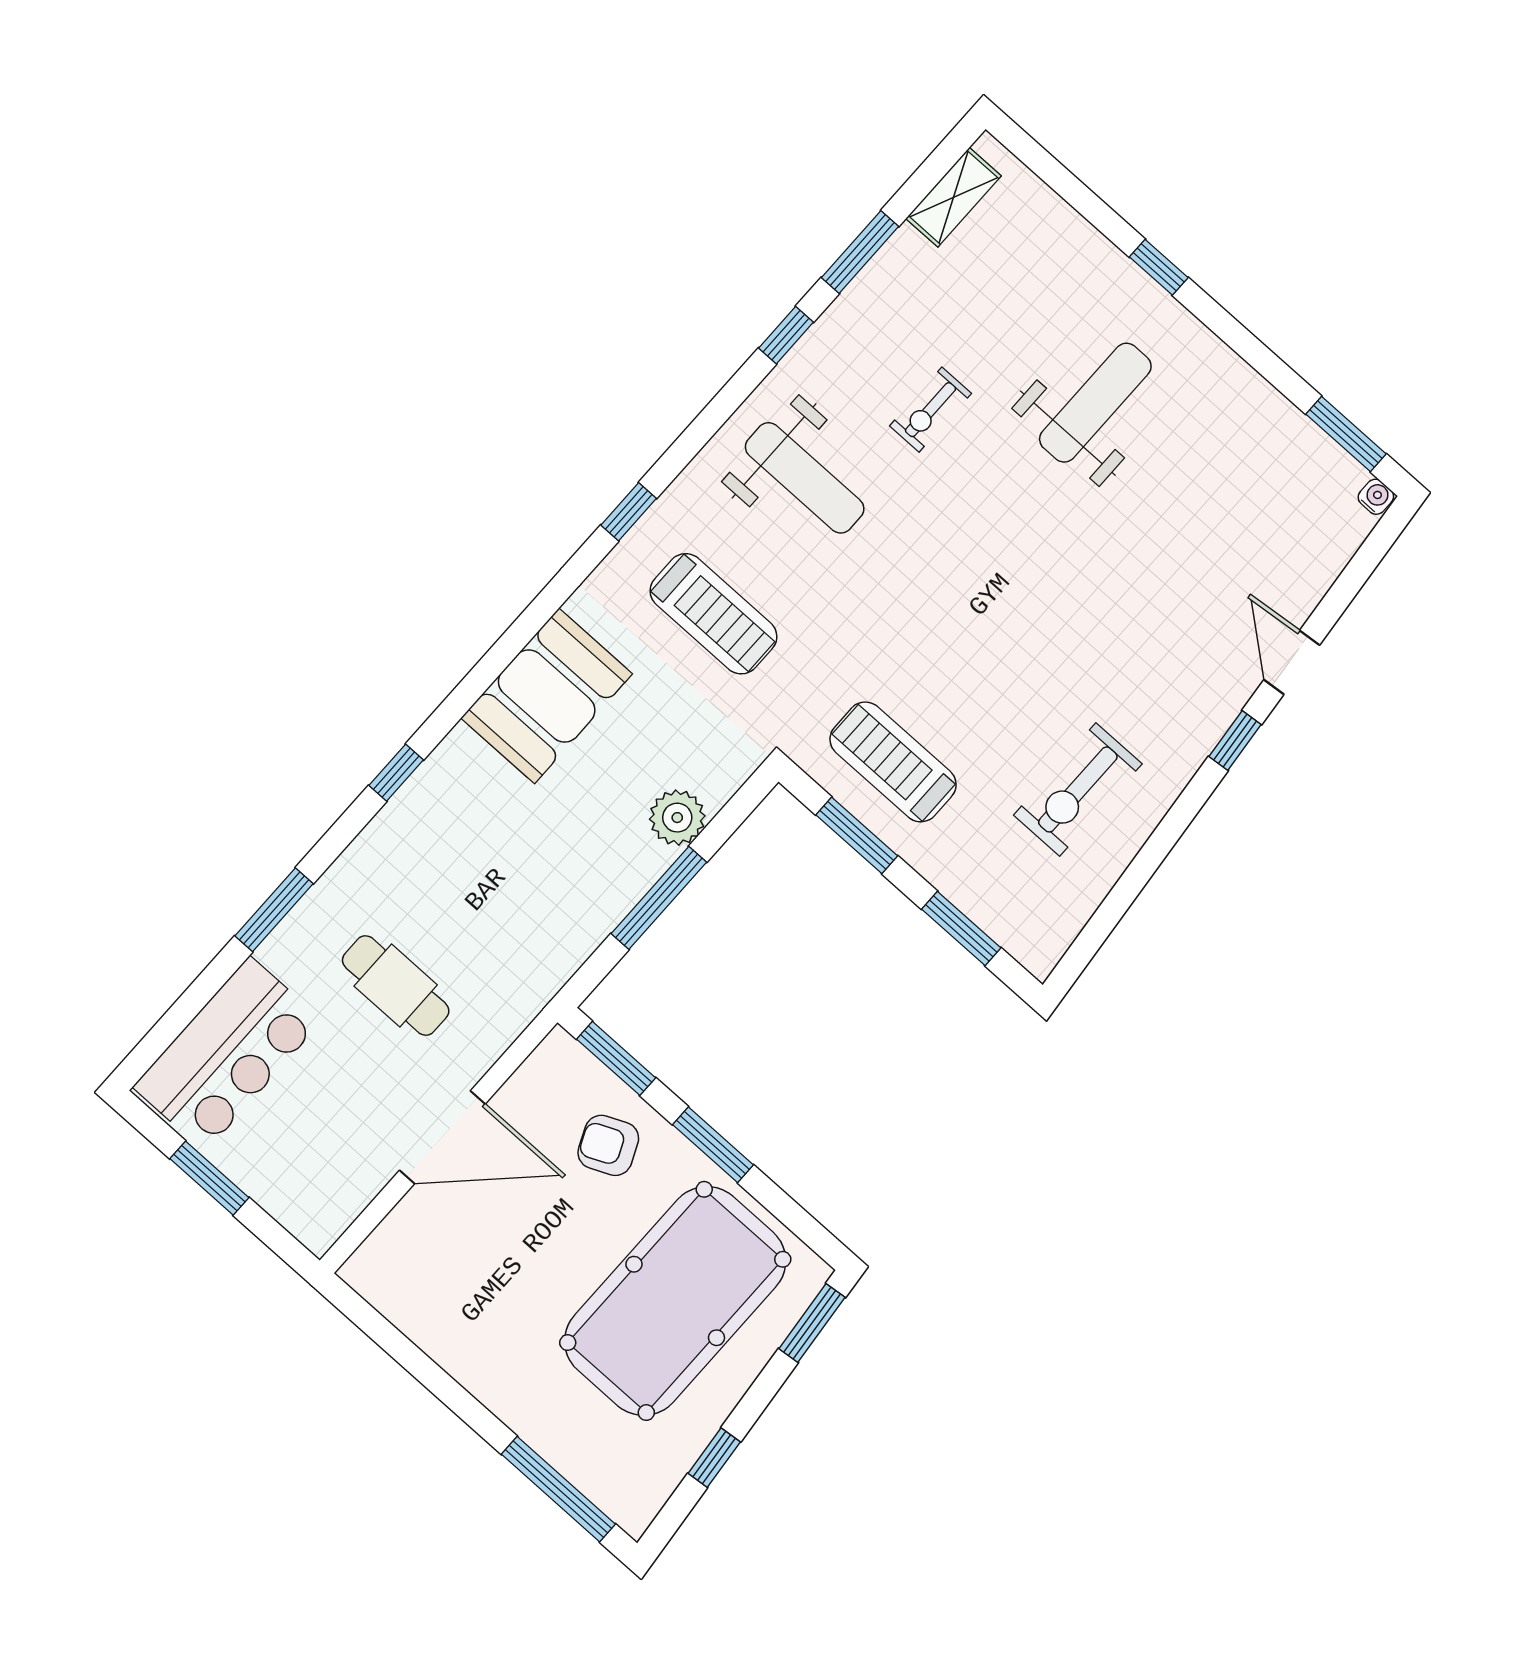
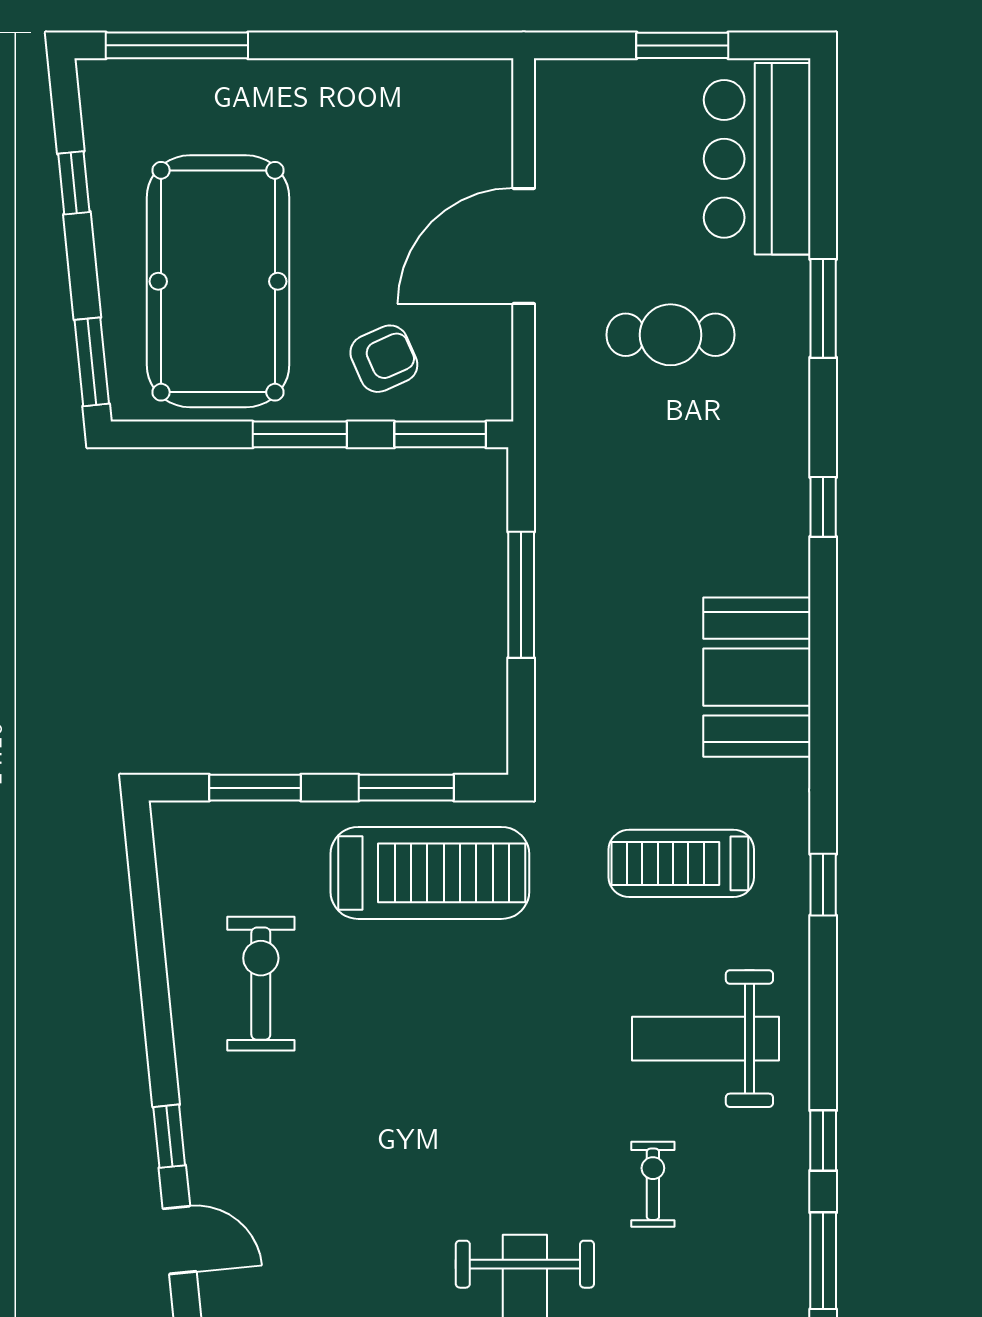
treadmill: (893, 762) -> (430, 873), width x1.37, depth x1.38
plant: (677, 818) -> (564, 673), removed

